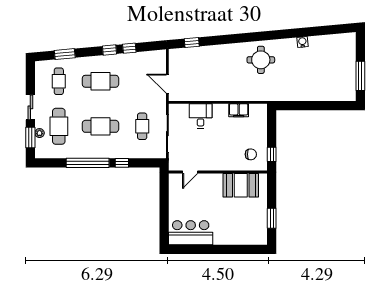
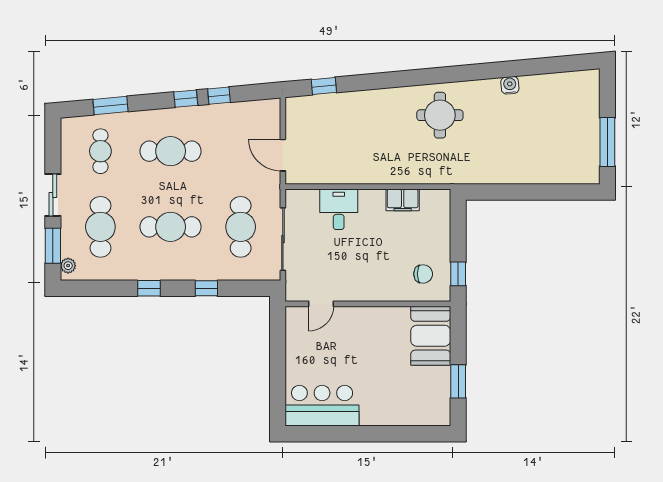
cafe table: (142, 126) -> (241, 227), width x1.37, depth x1.35
plant: (40, 133) -> (68, 266), moved
window: (88, 163) -> (149, 288), width x0.32
booth: (241, 185) -> (431, 336), moved, turned 90

